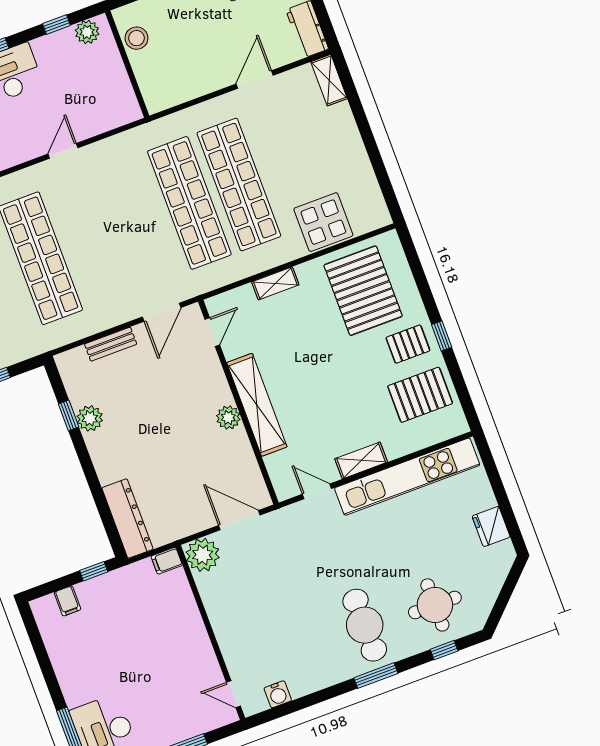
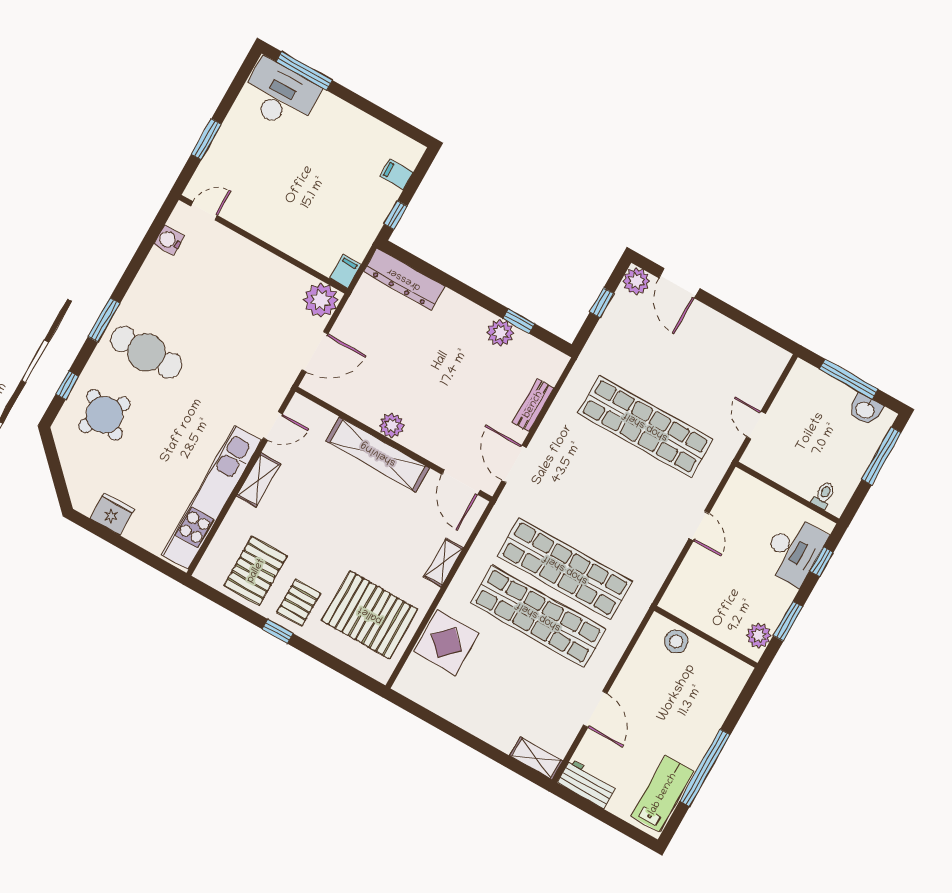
window: (56, 24) -> (788, 621), width x1.50
stool: (137, 38) -> (676, 642), moved
door: (212, 332) -> (461, 482), width x1.38
round table: (435, 605) -> (104, 415), turned 30

